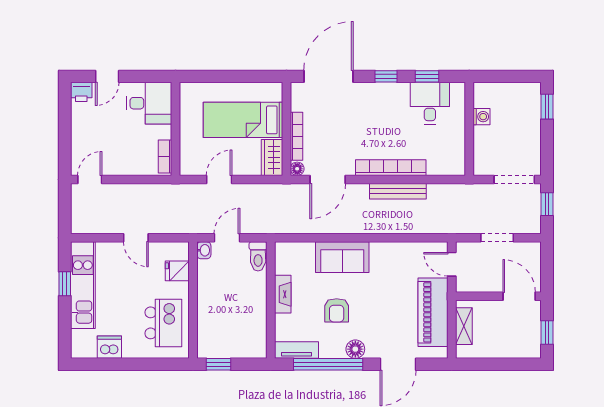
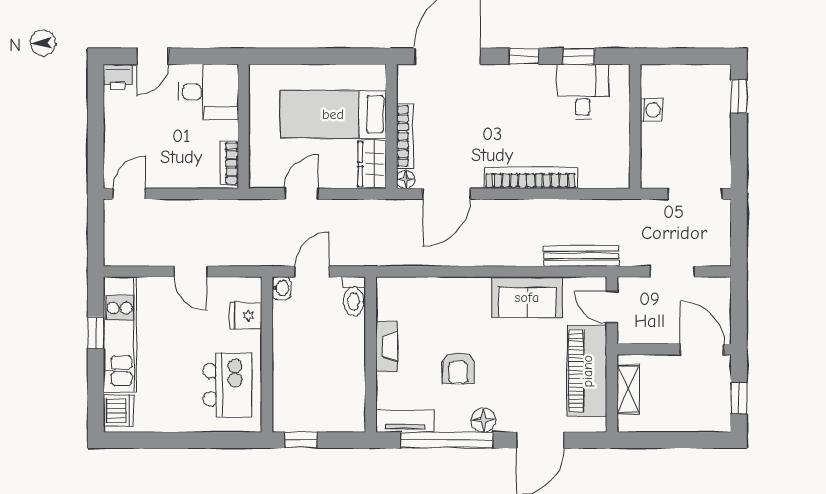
bench: (398, 191) -> (582, 256), moved
window: (547, 204) -> (739, 227), removed
sofa: (342, 257) -> (527, 297), moved
dishwasher: (109, 347) -> (118, 411), moved, turned 90

